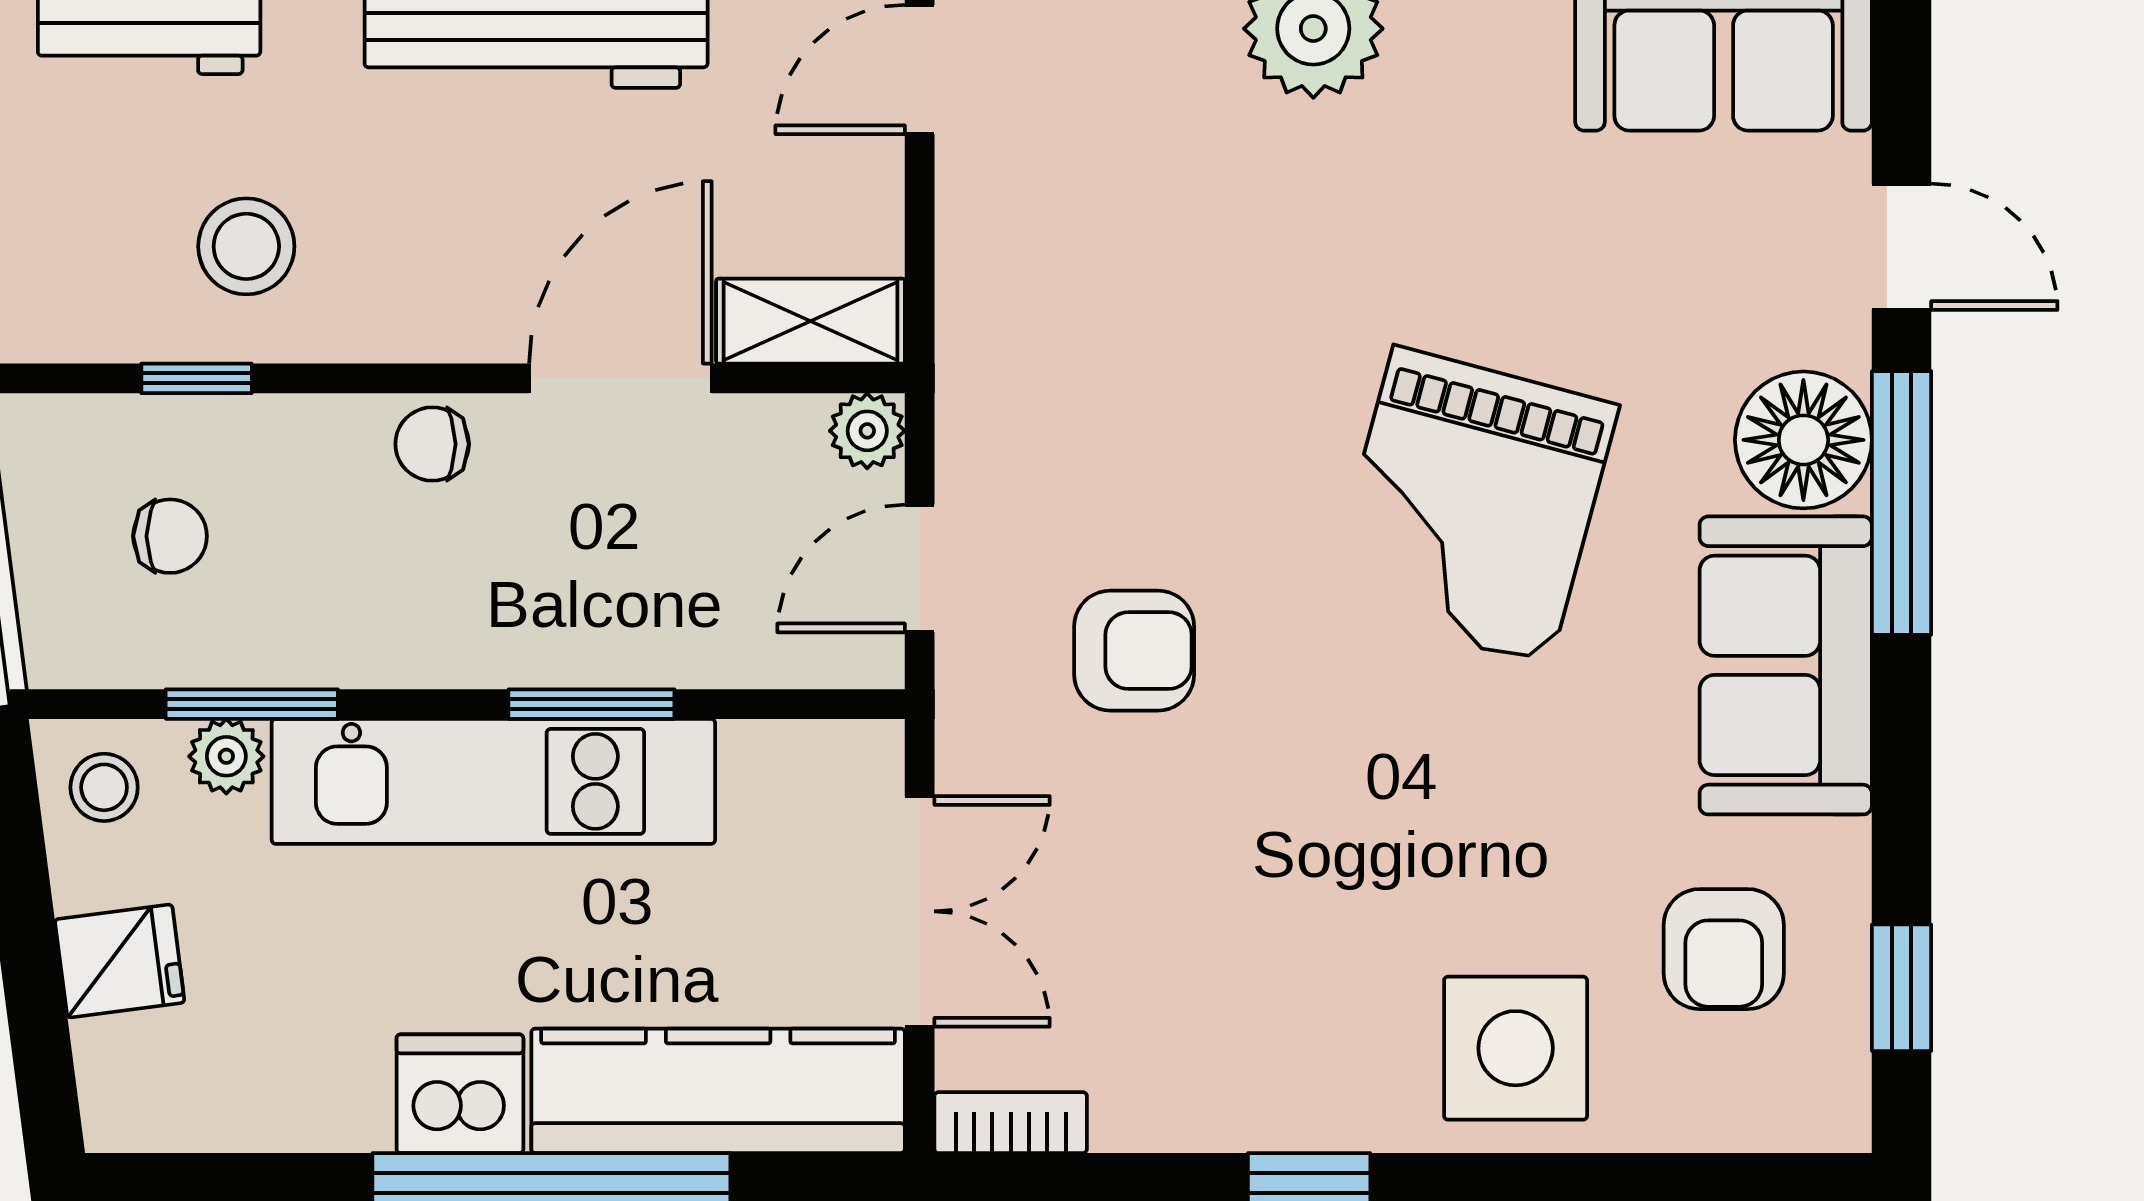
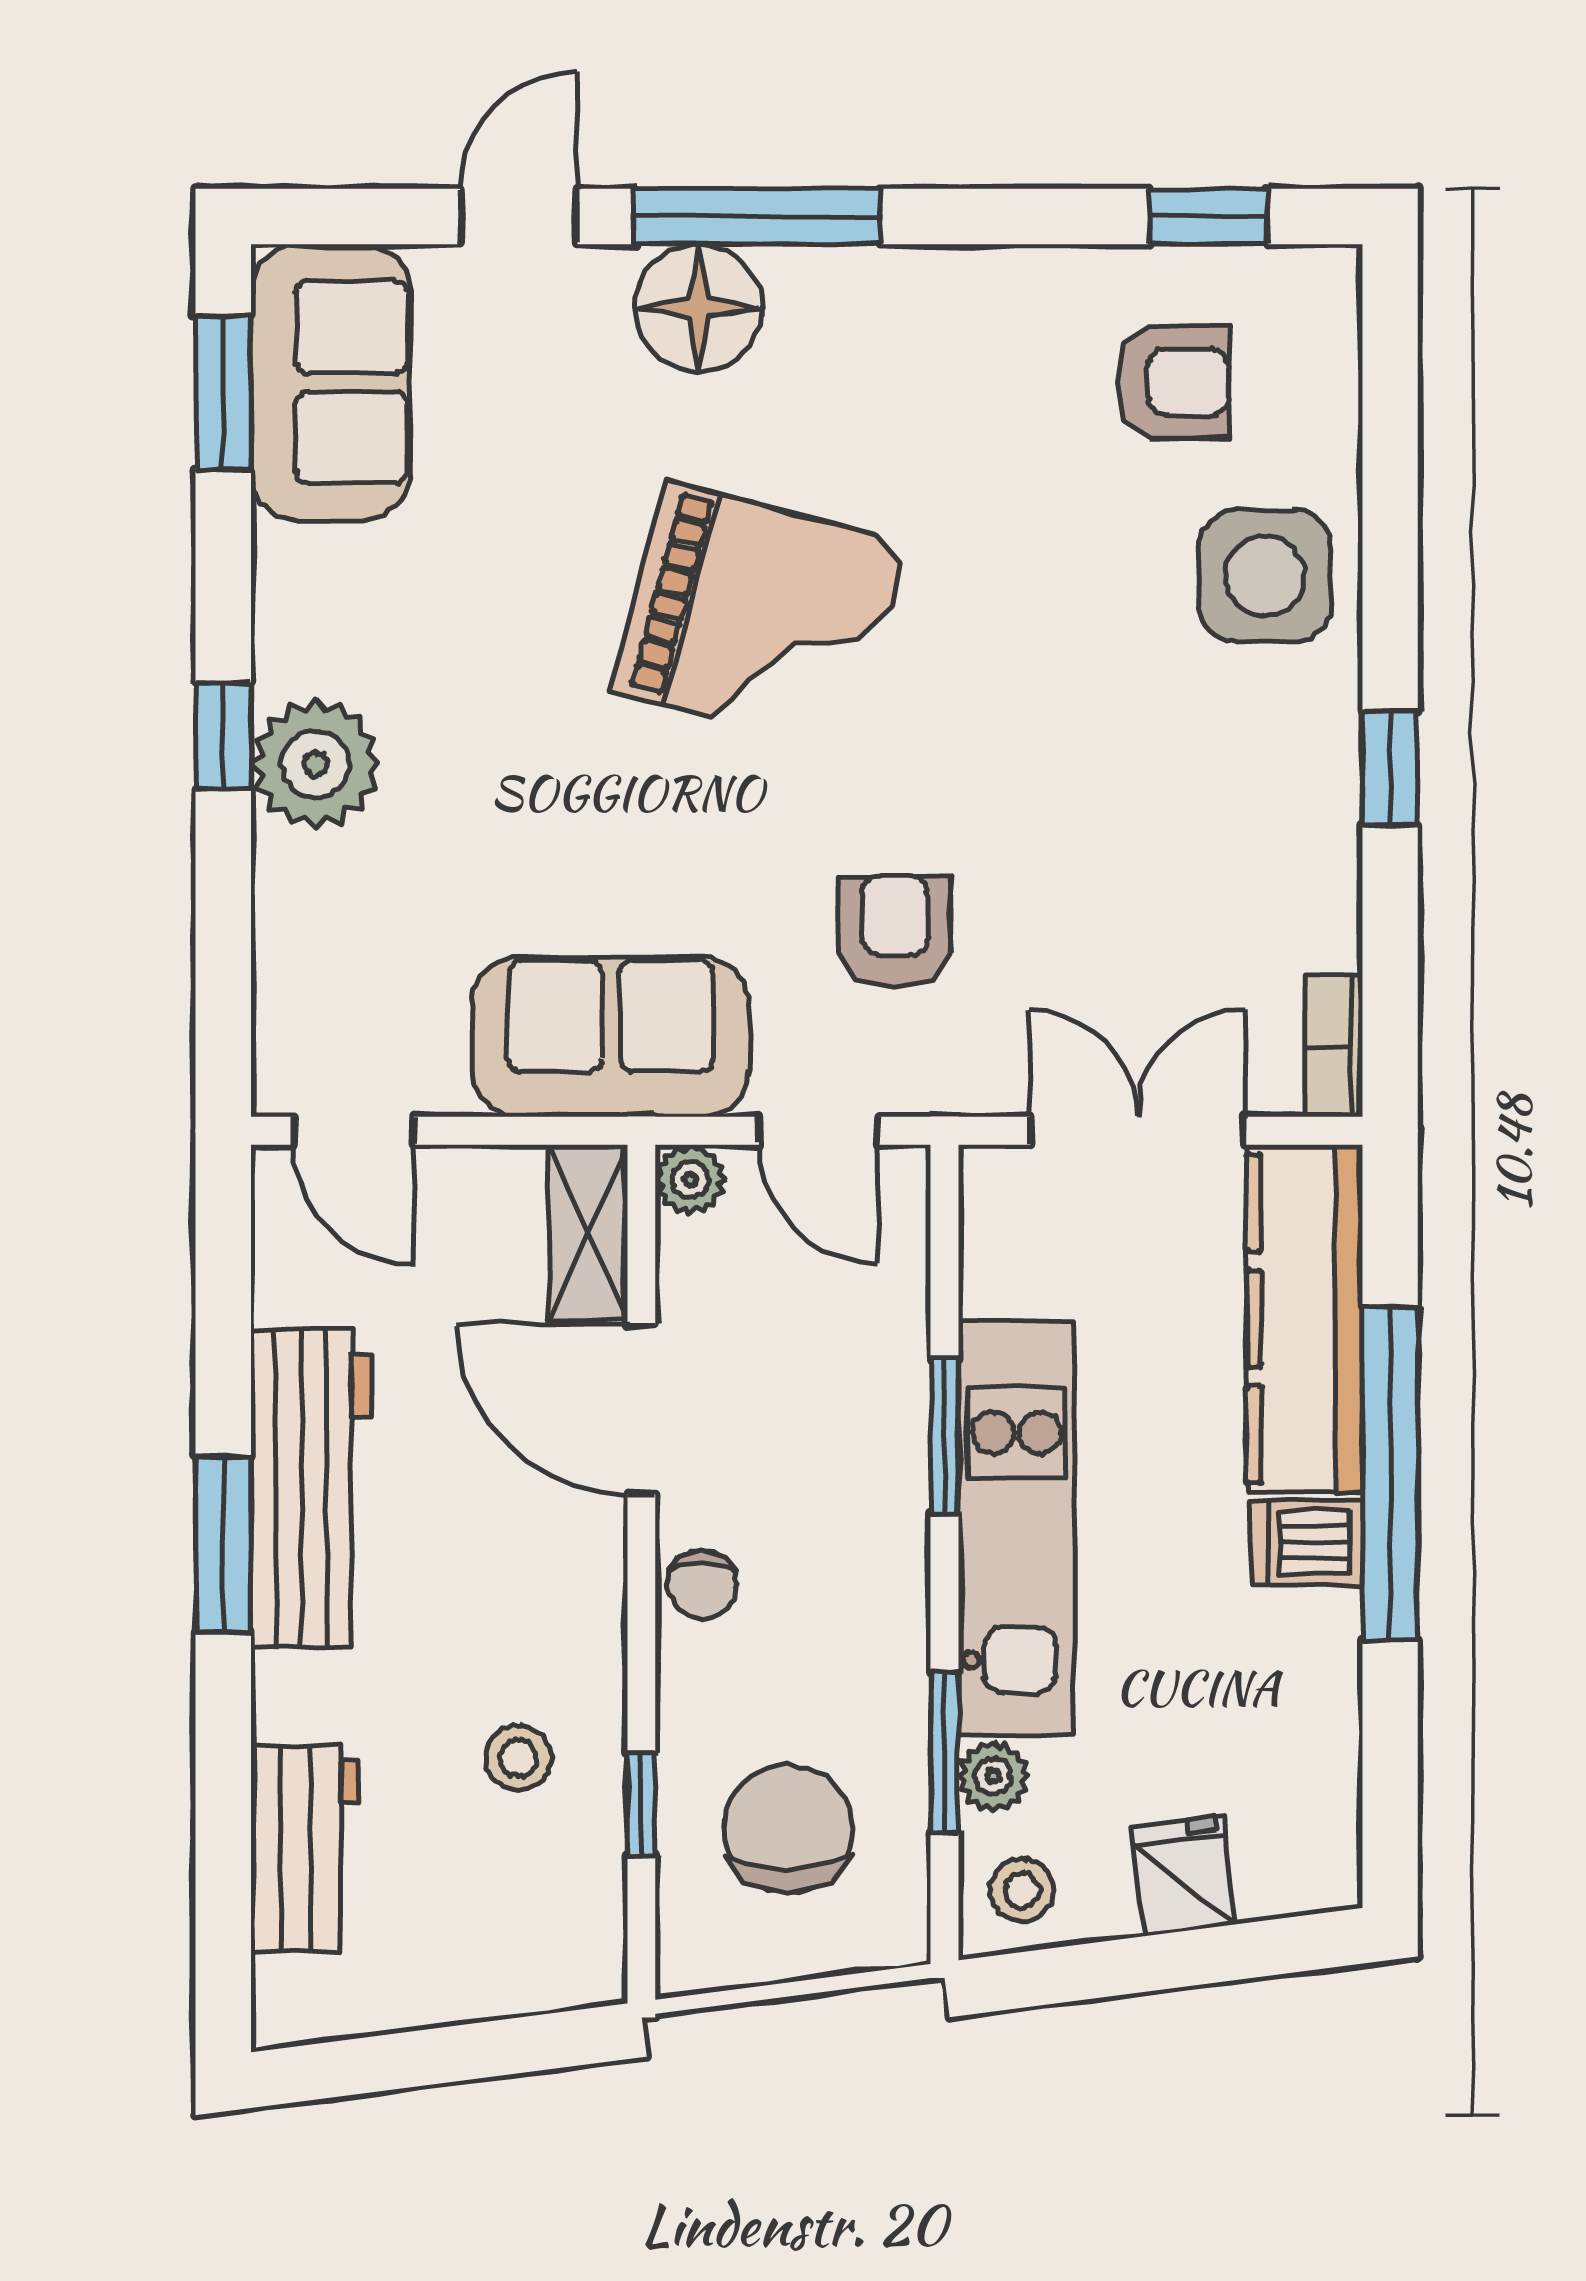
stool: (246, 246) -> (518, 1758), width x0.73, depth x0.73
chair: (170, 536) -> (788, 1829), width x1.87, depth x1.87
sofa: (1786, 665) -> (611, 1037), moved, turned 180
dishwasher: (460, 1094) -> (1307, 1543), width x0.73

